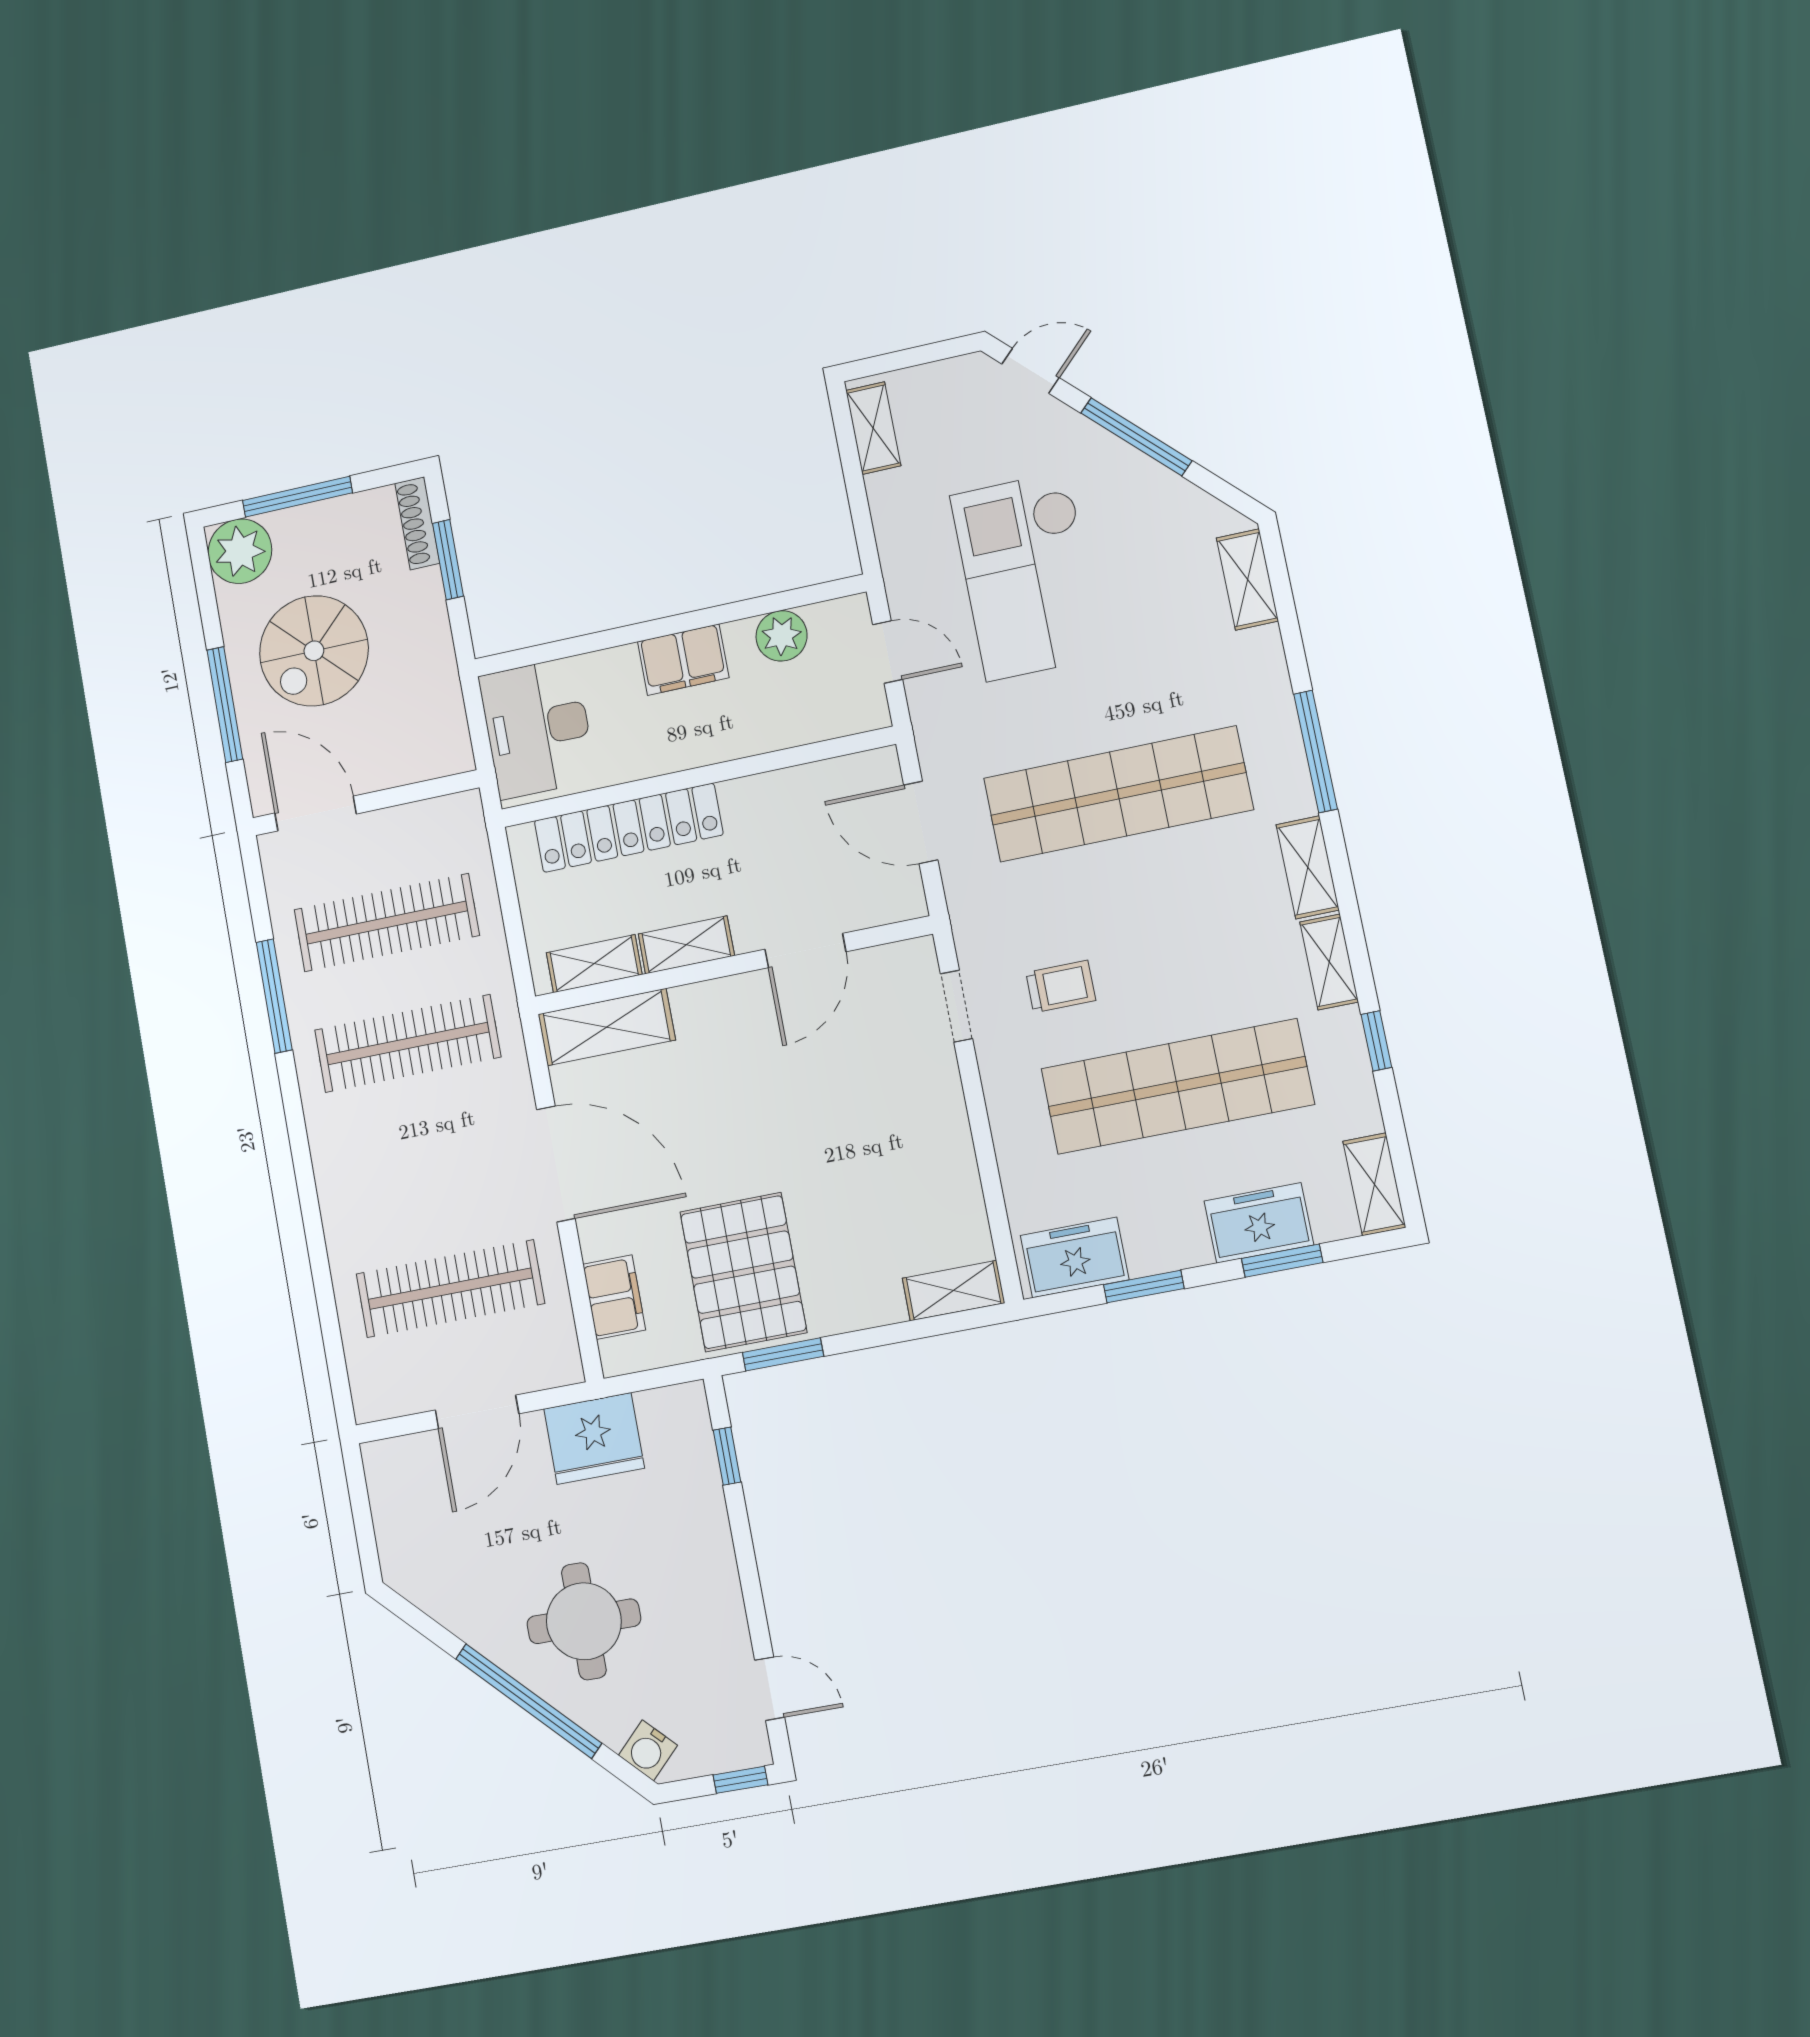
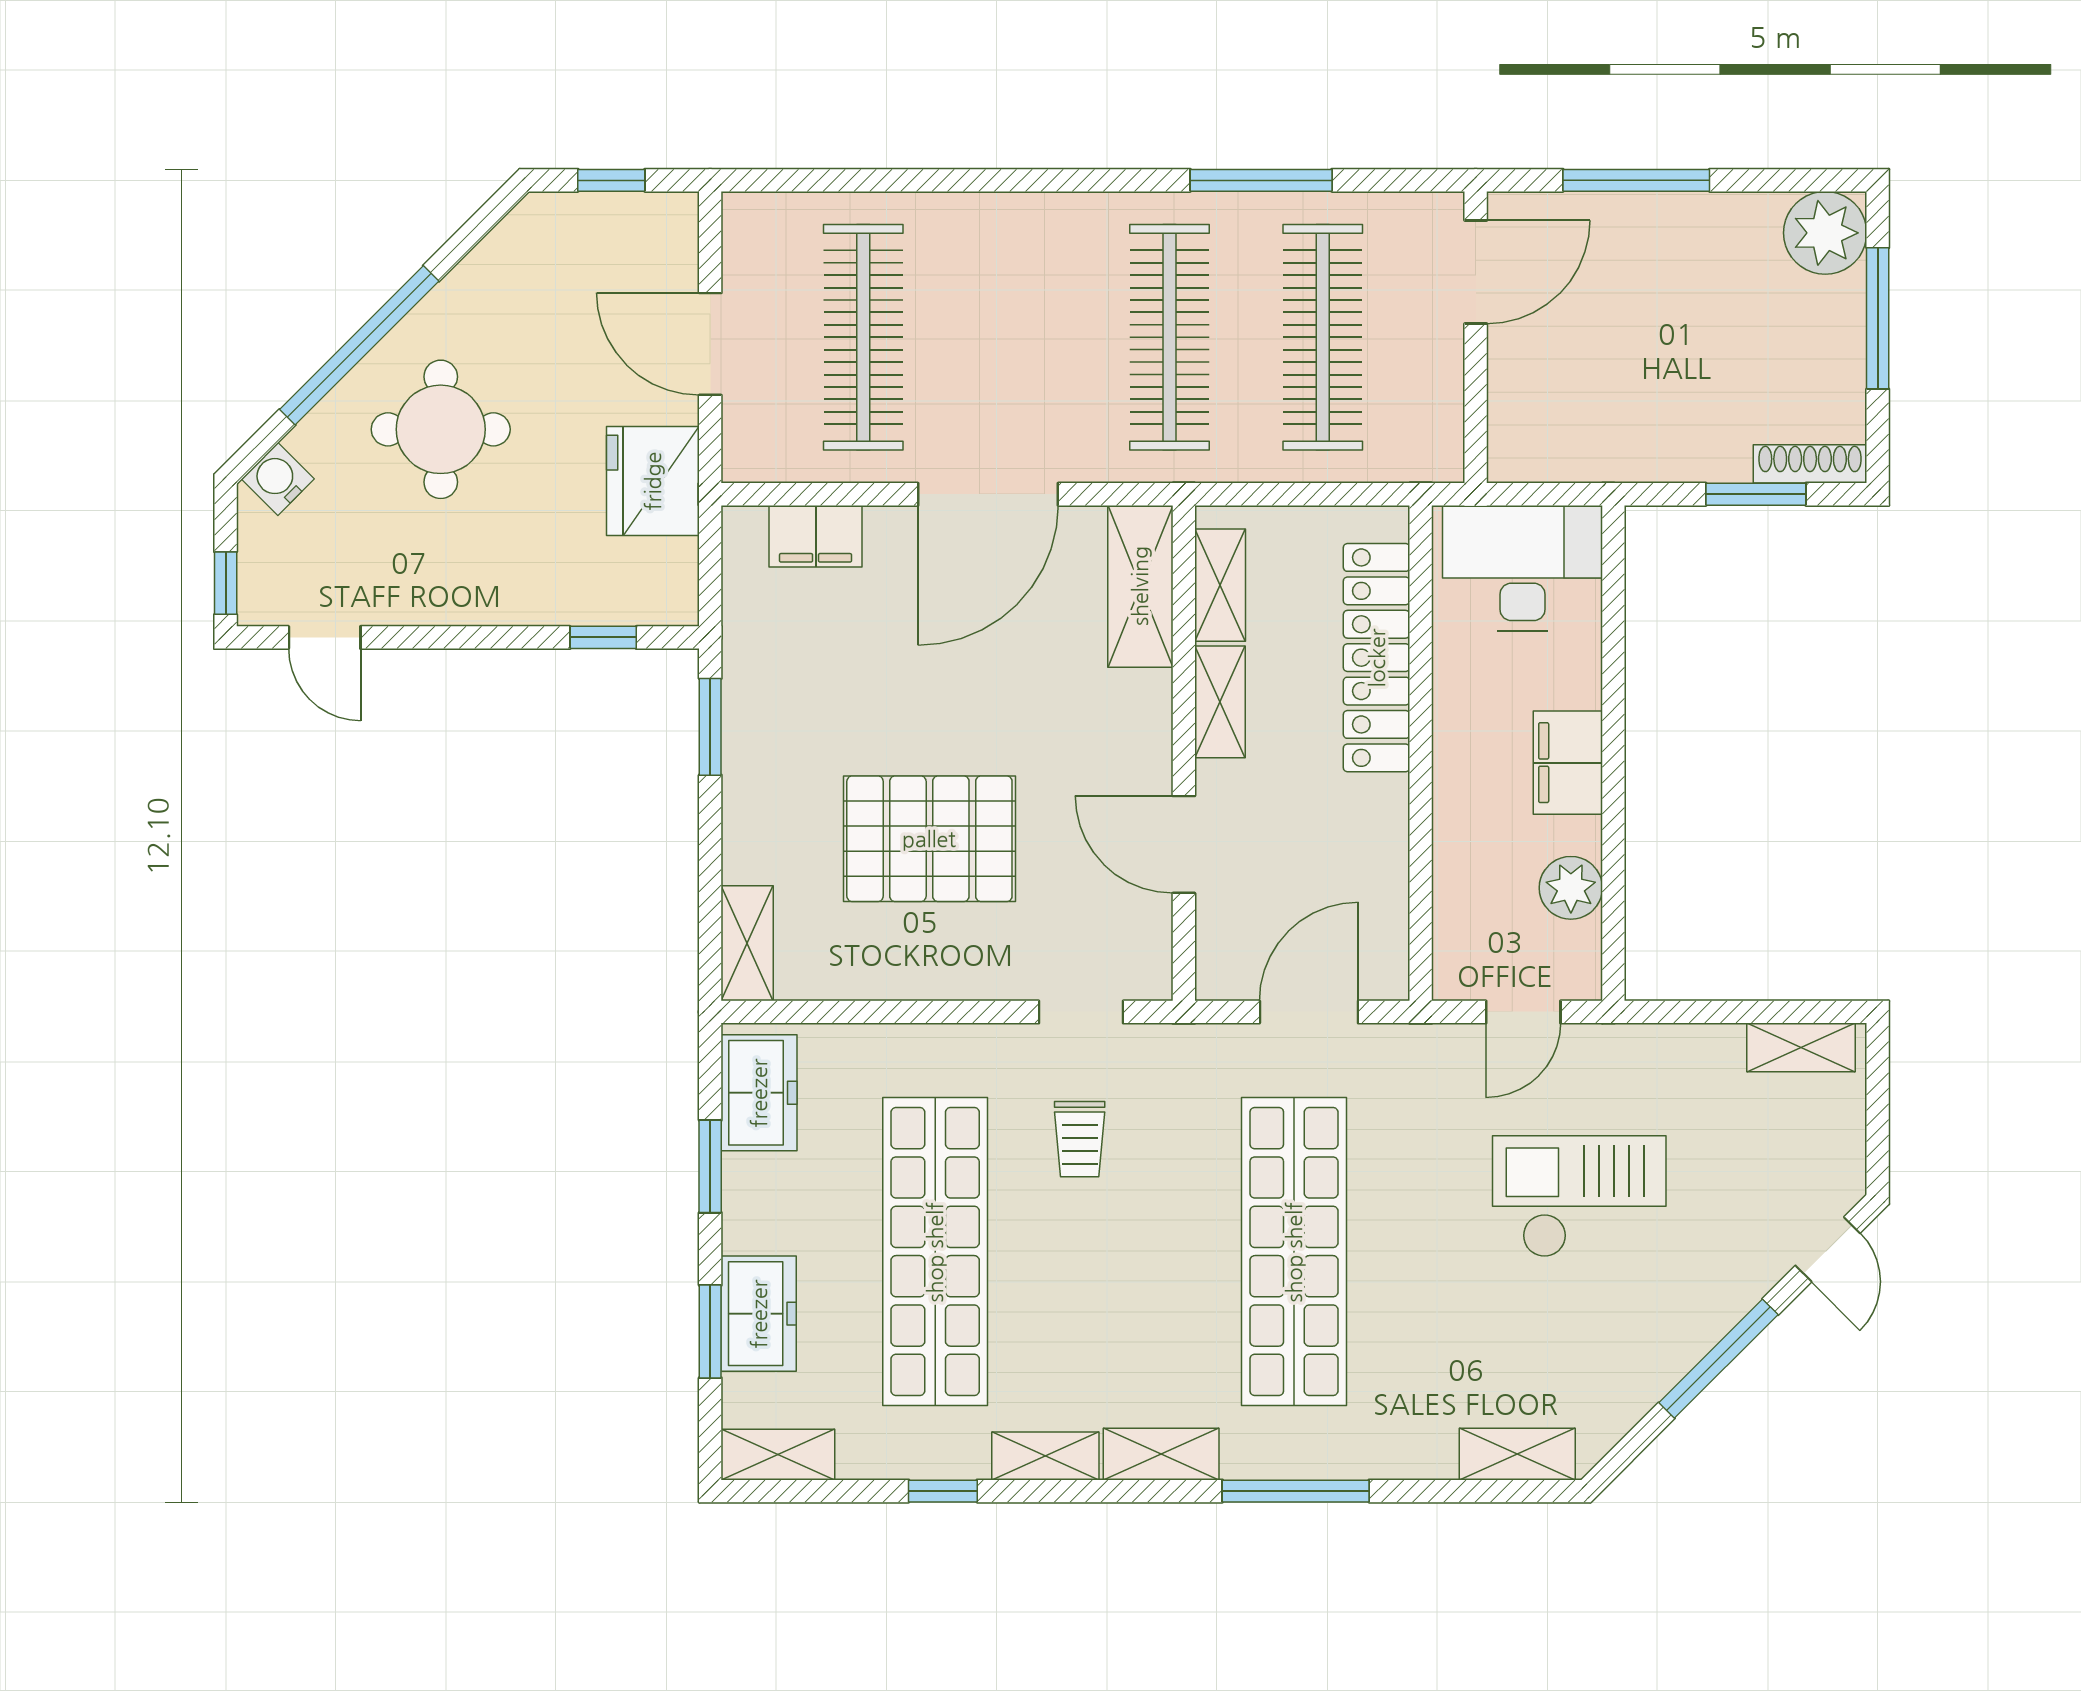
checkout: (1027, 576) -> (1579, 1197), width x0.73, depth x0.83
spiral stairs: (314, 651) -> (1679, 305), removed
pallet: (743, 1272) -> (929, 839), moved
window: (362, 1517) -> (611, 180), added
door: (770, 1689) -> (325, 637), hinge flipped

